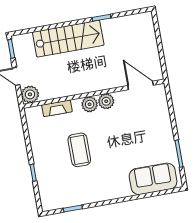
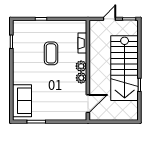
stairs: (68, 39) -> (125, 68), width x1.36, depth x1.51
plant: (30, 94) -> (95, 26), removed
coffee table: (79, 150) -> (51, 53), turned 90

